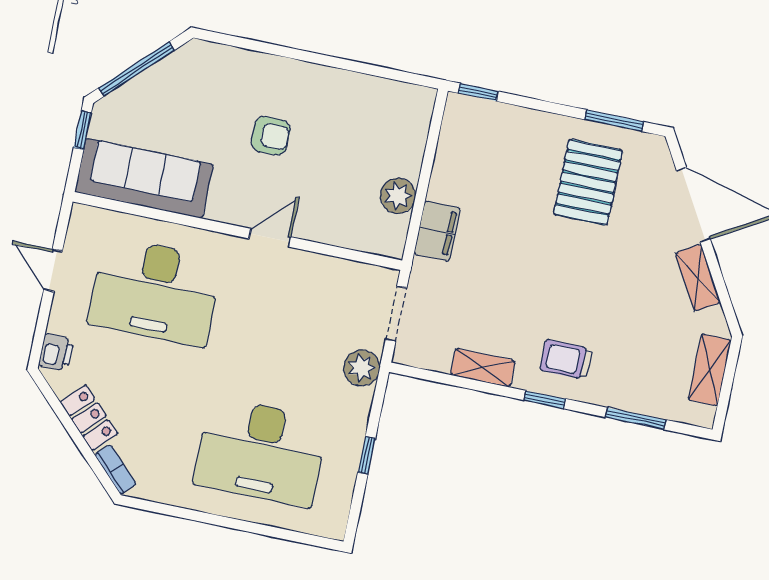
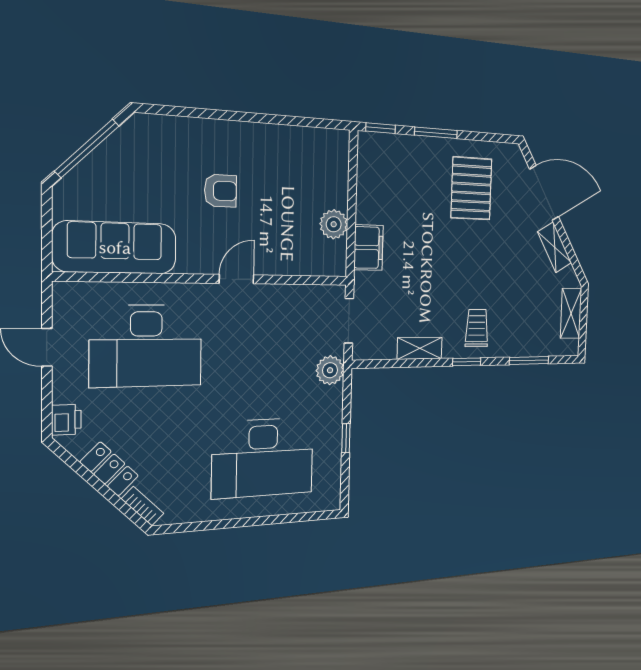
window: (614, 121) -> (436, 133), moved
window: (82, 130) -> (47, 213), removed
trolley: (566, 360) -> (477, 328), turned 90

